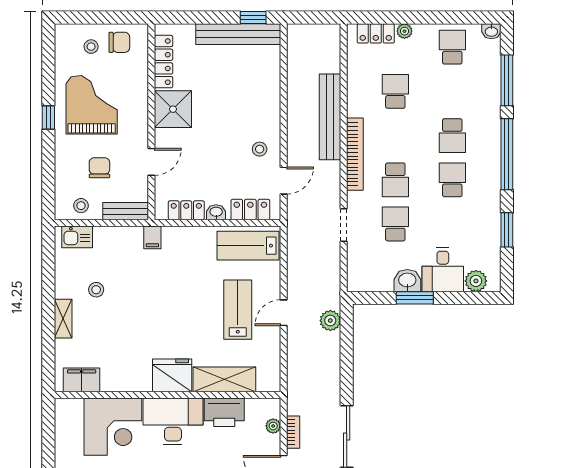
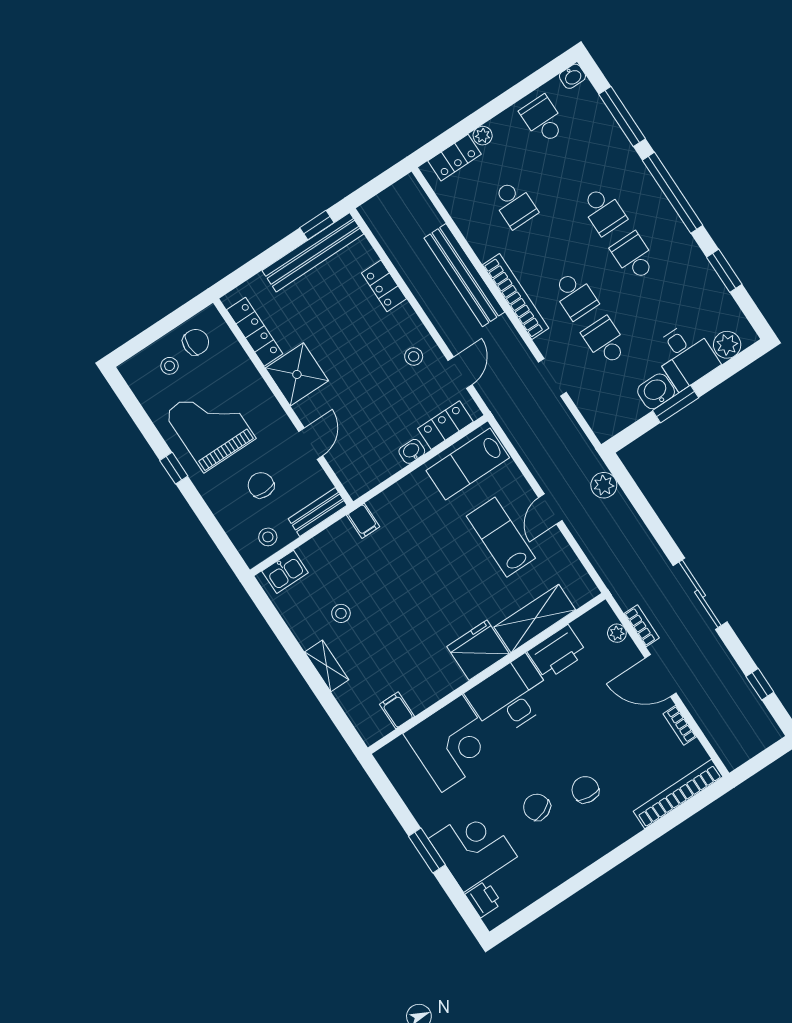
school desk: (395, 91) -> (514, 204), turned 180
locker: (186, 210) -> (384, 286), moved, turned -90
filing cabinet: (82, 380) -> (397, 710), width x0.50

